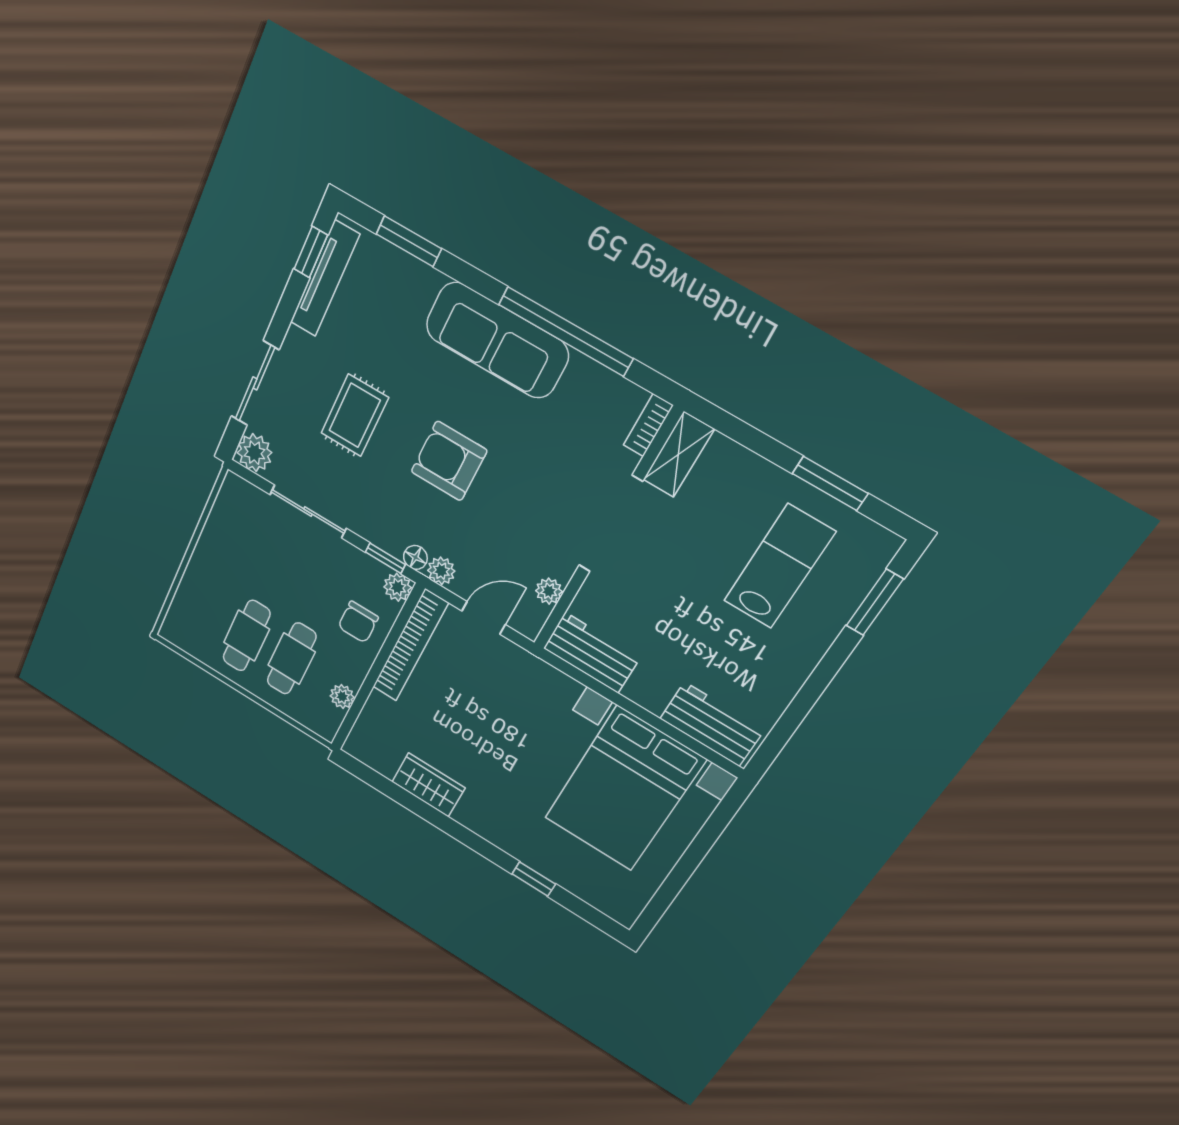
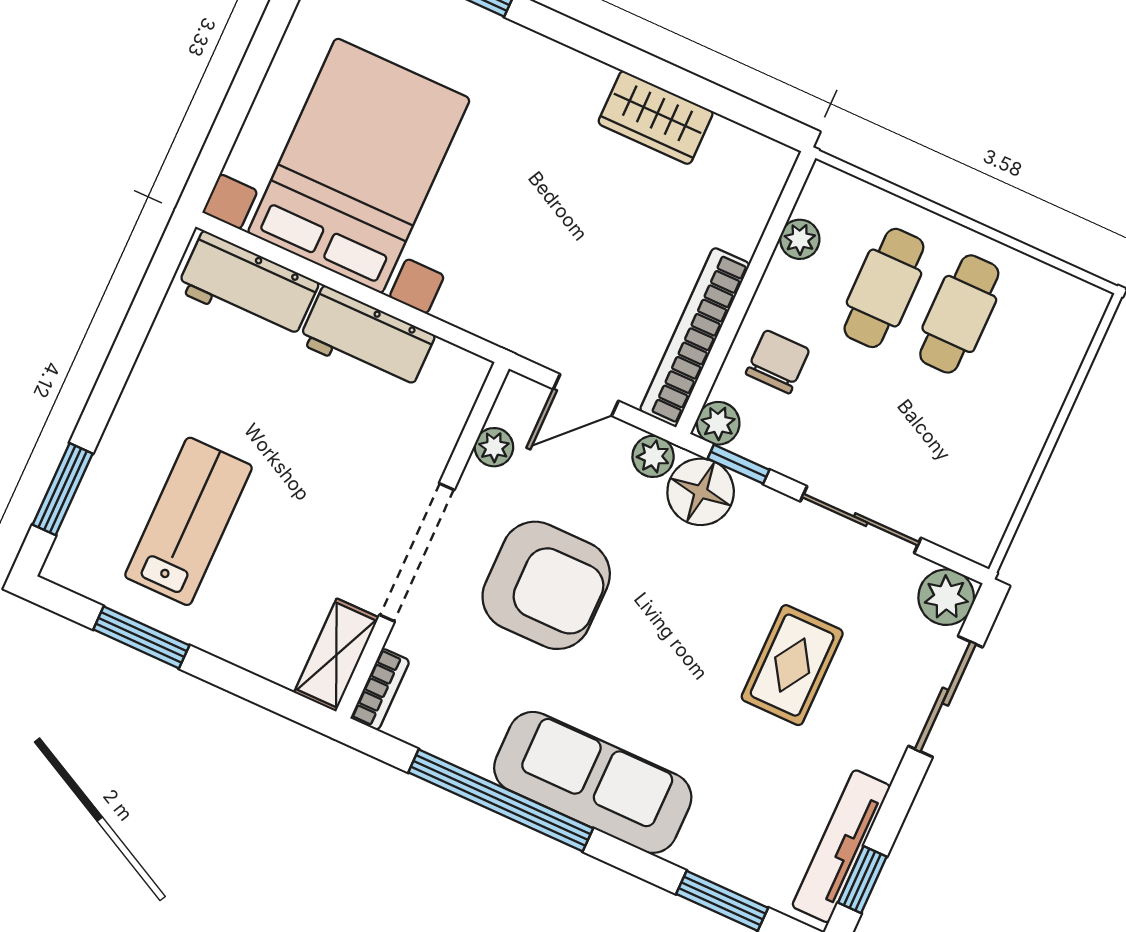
armchair: (449, 461) -> (546, 585), moved, width x1.36, depth x1.36
floor lamp: (415, 557) -> (701, 492), width x1.89, depth x1.89
lab bench: (779, 567) -> (188, 521), turned 180
workbench: (592, 653) -> (367, 339), moved

